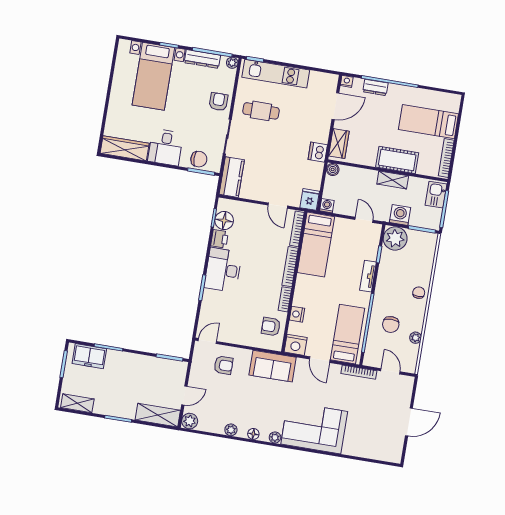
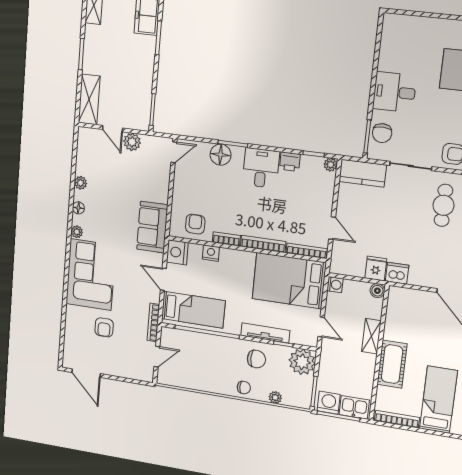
wardrobe: (339, 144) -> (408, 297), removed
wardrobe: (125, 148) -> (391, 42), removed
shelving: (393, 180) -> (371, 336), moved
fridge: (310, 199) -> (376, 268), moved, turned -90
plant: (223, 204) -> (331, 165), added
door: (278, 206) -> (332, 228), swing flipped
washing machine: (400, 215) -> (329, 403), moved, turned -90
door: (364, 220) -> (321, 327), hinge flipped
floor lamp: (224, 221) -> (221, 155), moved
bed: (316, 245) -> (289, 281), width x1.50
desk: (223, 270) -> (261, 168), width x0.73
tv unit: (368, 276) -> (265, 333), width x1.41
chair: (391, 325) -> (256, 359), moved, turned 180
plant: (416, 338) -> (275, 397), moved
door: (207, 341) -> (174, 152), hinge flipped
door: (320, 360) -> (163, 279), hinge flipped
armchair: (223, 365) -> (104, 327), moved
plant: (190, 421) -> (132, 142), moved
door: (409, 422) -> (86, 373), moved

